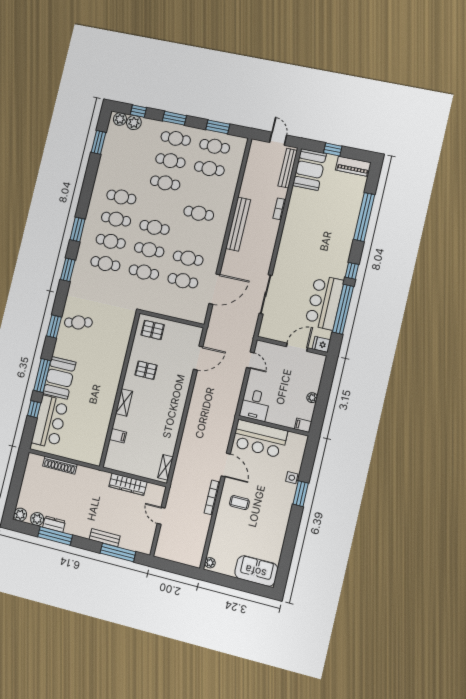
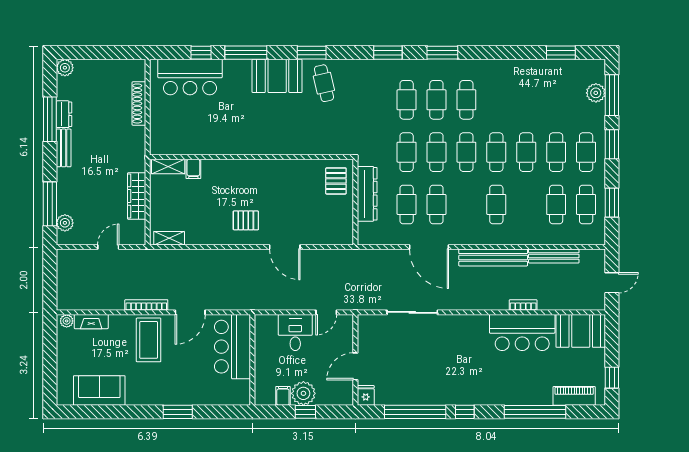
window: (138, 111) -> (612, 95), width x2.17
plant: (120, 119) -> (597, 73), removed
window: (333, 149) -> (612, 378), moved
piano: (353, 166) -> (574, 396), moved, turned 90
bench: (288, 168) -> (554, 256), moved
cafe table: (121, 197) -> (496, 152), moved
door: (214, 289) -> (429, 247), moved
bar counter: (324, 302) -> (522, 333), moved, turned 180
dresser: (168, 309) -> (367, 194), added
door: (297, 347) -> (355, 366), swing flipped
door: (198, 358) -> (285, 247), moved
pallet: (146, 370) -> (246, 220), moved, turned 90
booth: (59, 378) -> (277, 76), moved
window: (324, 394) -> (305, 412), added
plant: (312, 398) -> (303, 393), width x1.88, depth x1.88
shelving: (124, 402) -> (168, 166), moved
desk: (255, 405) -> (295, 332), moved, turned 90
filing cabinet: (303, 425) -> (283, 396), moved
side table: (292, 478) -> (194, 397), removed
coffee table: (239, 503) -> (149, 340), width x1.86, depth x1.72
plant: (37, 519) -> (65, 223), moved
bench: (105, 538) -> (64, 148), moved
fireplace: (215, 544) -> (91, 322), added
sofa: (256, 571) -> (99, 390), moved, turned -90

